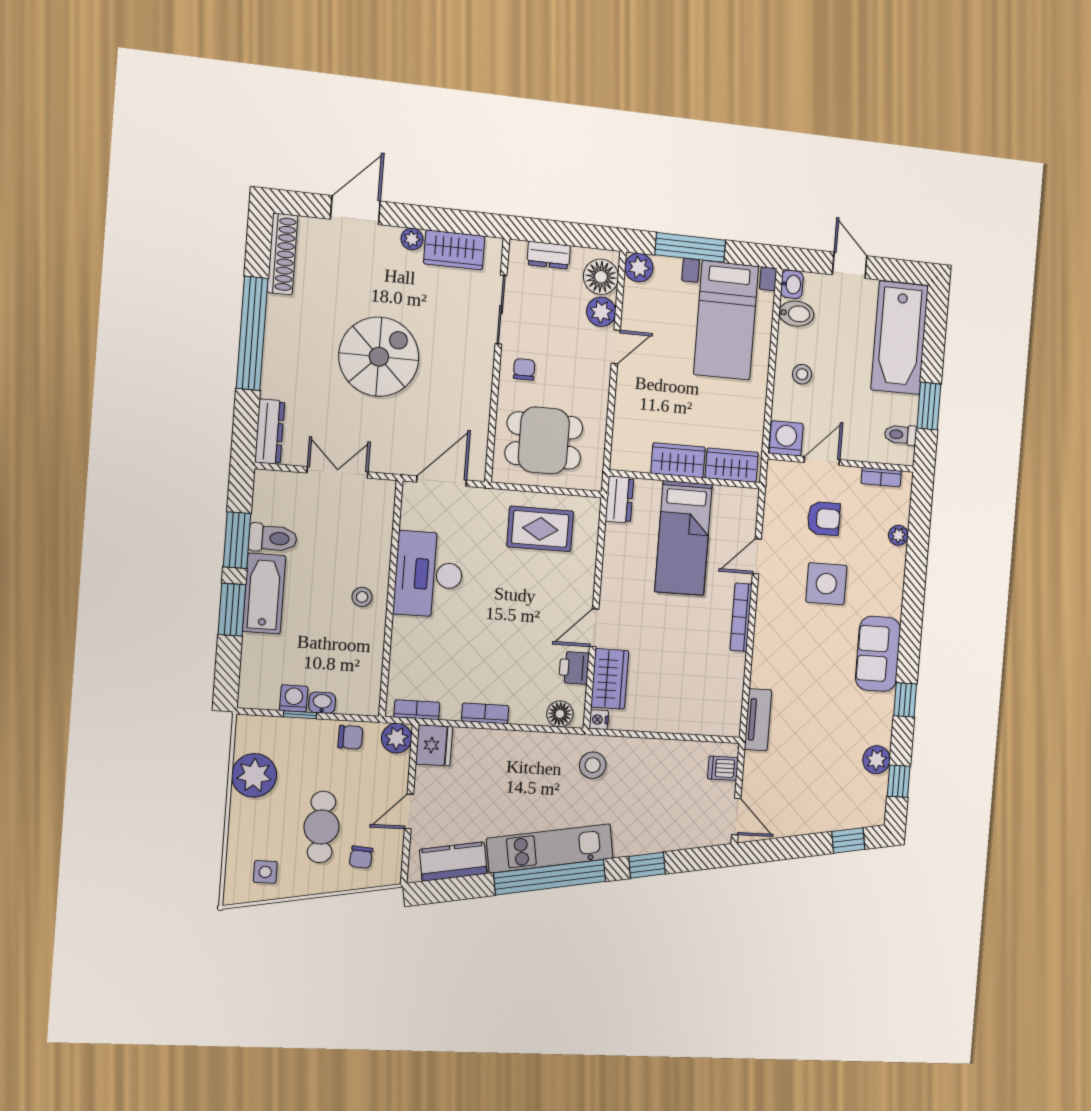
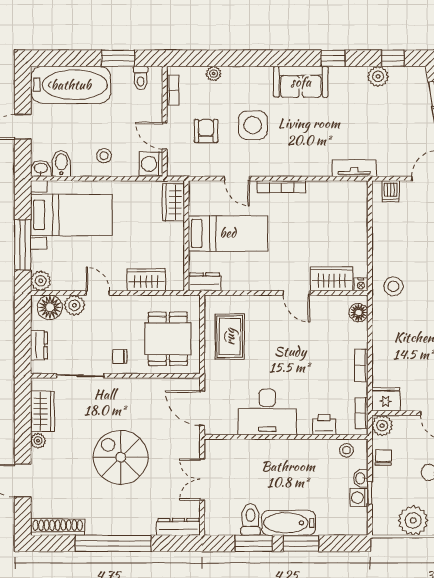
wardrobe: (678, 460) -> (146, 280), moved, turned 90
stool: (362, 597) -> (346, 450), moved
printer: (574, 668) -> (324, 425), moved, turned 180

